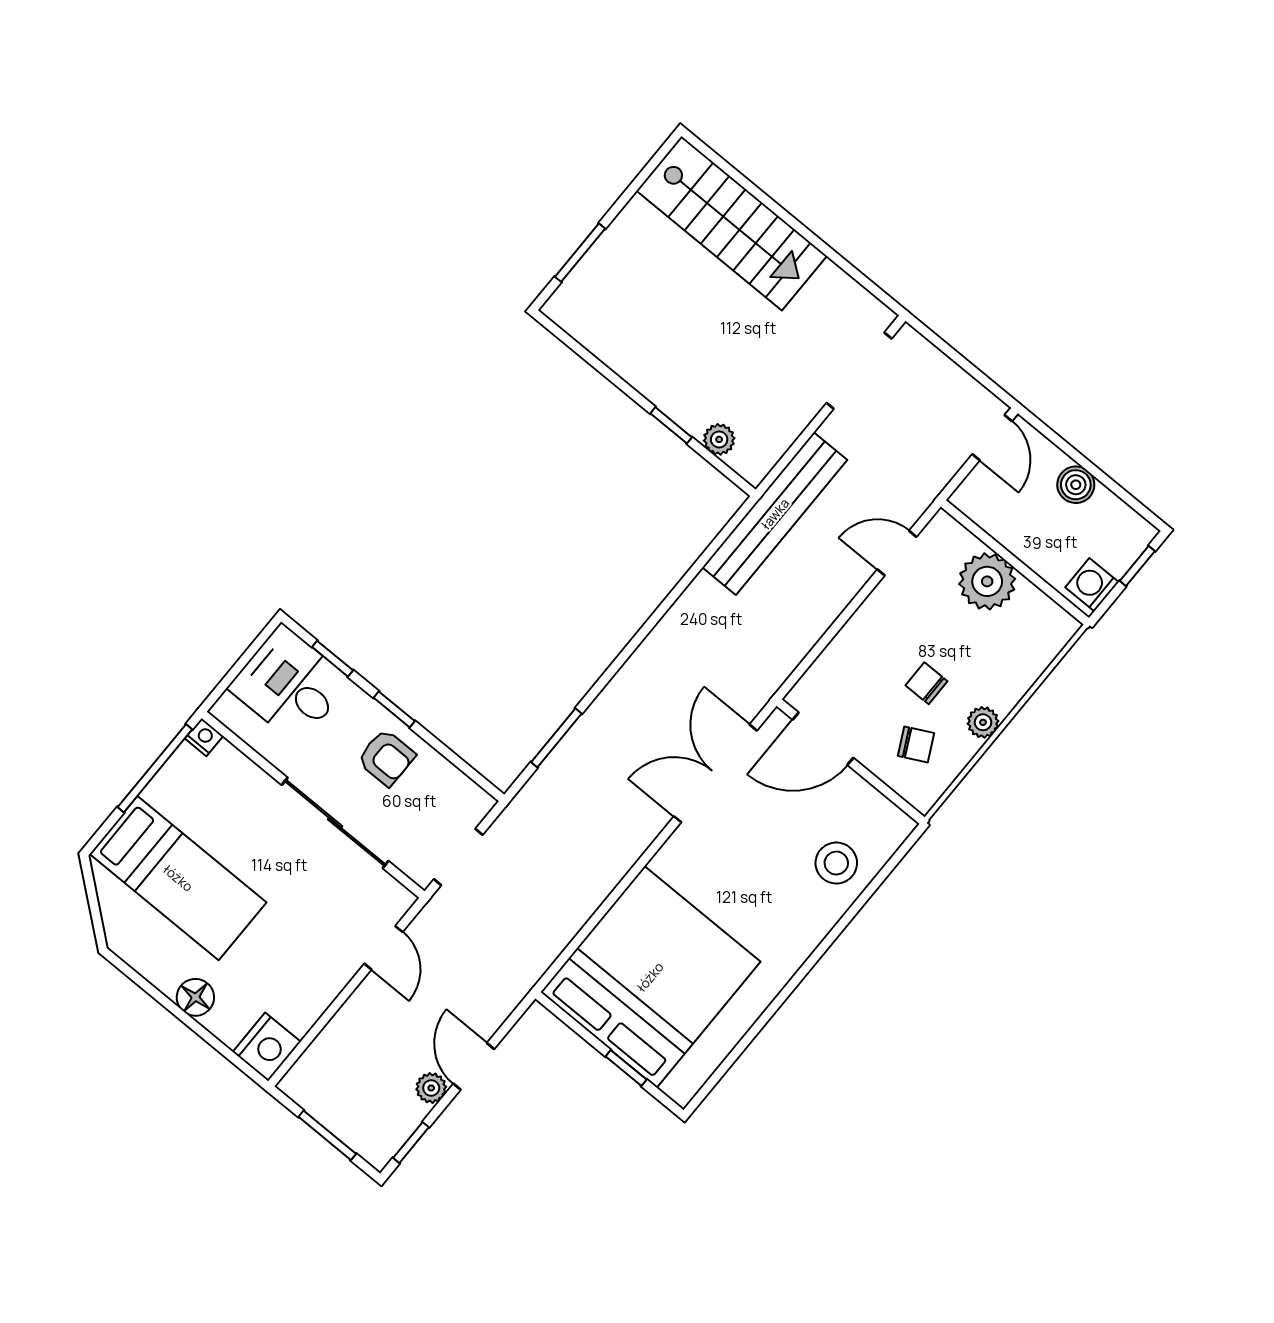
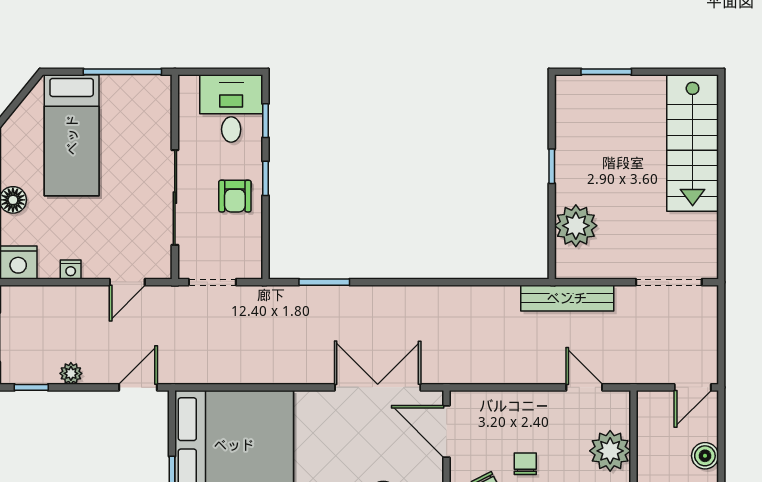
window: (671, 425) -> (552, 166), moved
plant: (719, 439) -> (576, 226), width x1.88, depth x1.88
bench: (775, 514) -> (567, 298), width x0.73, depth x0.82
nightstand: (204, 737) -> (71, 270), moved, turned 90
door: (474, 1066) -> (138, 387), moved

